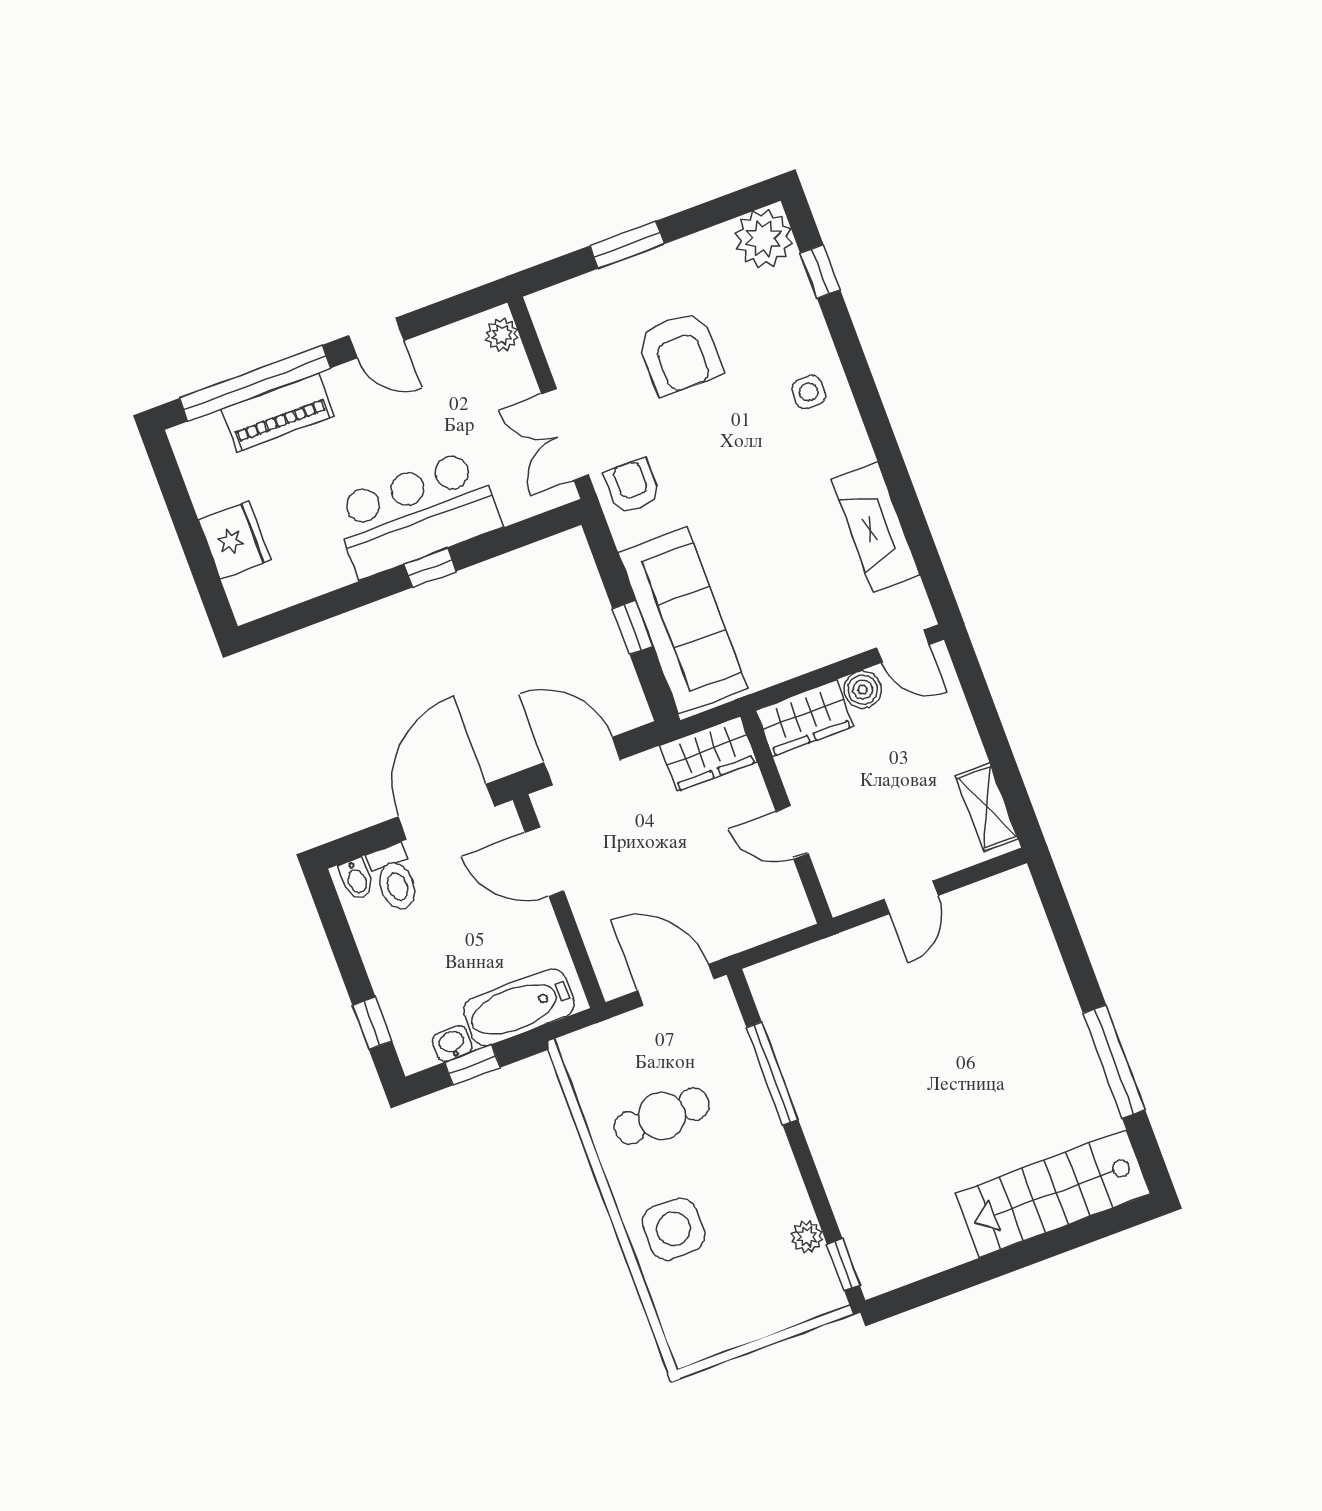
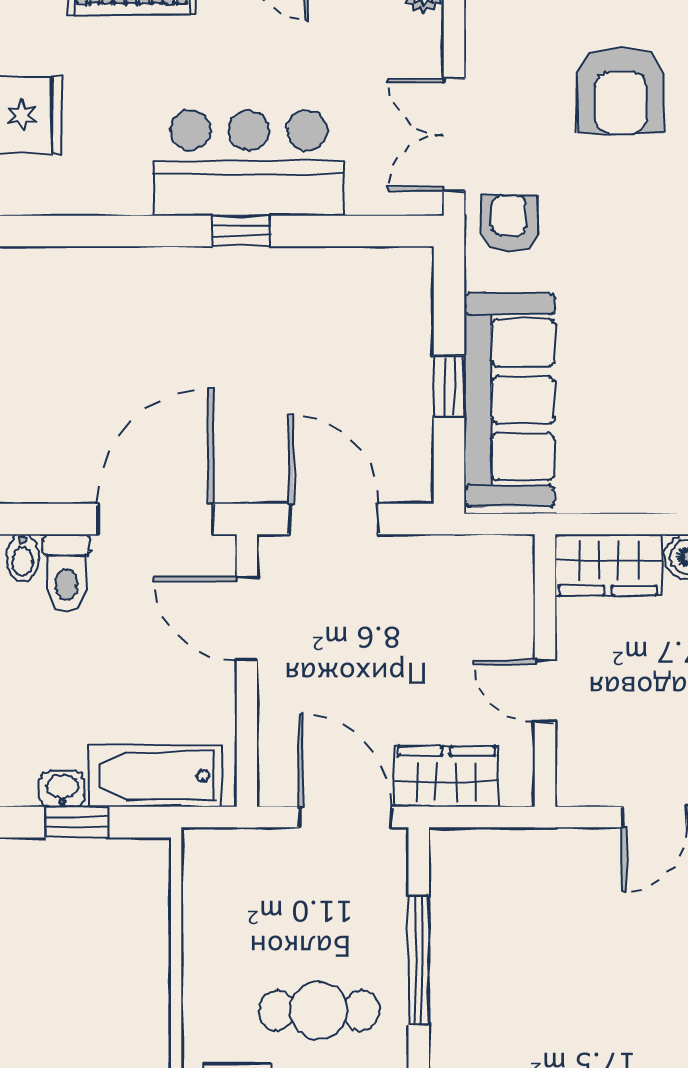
wardrobe: (709, 754) -> (446, 777), moved, turned 180
cafe table: (662, 1116) -> (319, 1010), moved

